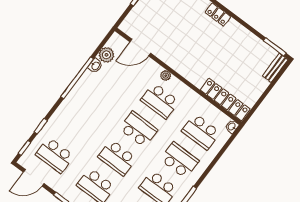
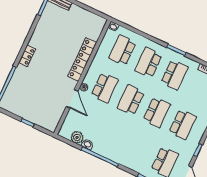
door: (140, 48) -> (72, 99), moved
locker: (225, 99) -> (82, 59), moved
school desk: (201, 132) -> (123, 50), turned 180

